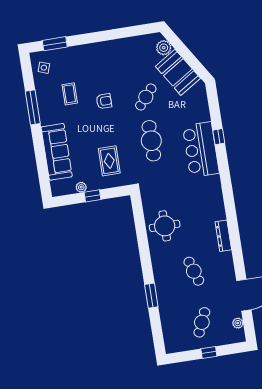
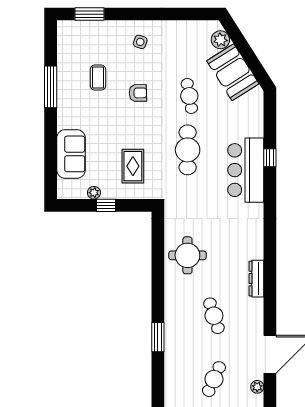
side table: (44, 68) -> (140, 42), moved
cafe table: (146, 97) -> (189, 96), turned -51
sofa: (57, 152) -> (71, 154), width x0.73

